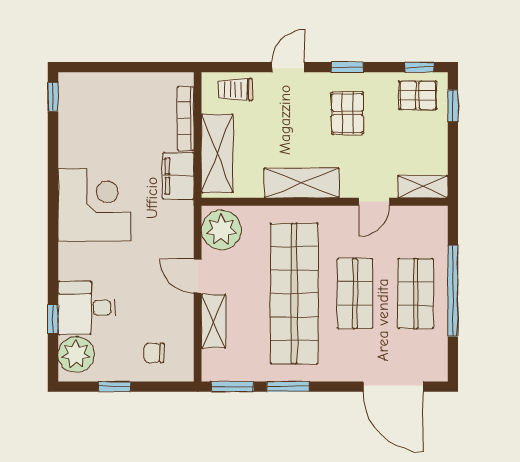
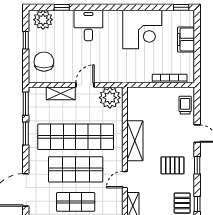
shelving: (217, 154) -> (151, 95), removed
filing cabinet: (178, 176) -> (186, 39), moved, turned -90
door: (374, 202) -> (125, 180), hinge flipped
corner desk: (94, 205) -> (142, 29), moved
shop shelf: (355, 294) -> (76, 169), width x1.43, depth x1.36
desk: (87, 308) -> (88, 25), moved
chair: (154, 353) -> (44, 62), width x1.87, depth x1.87

